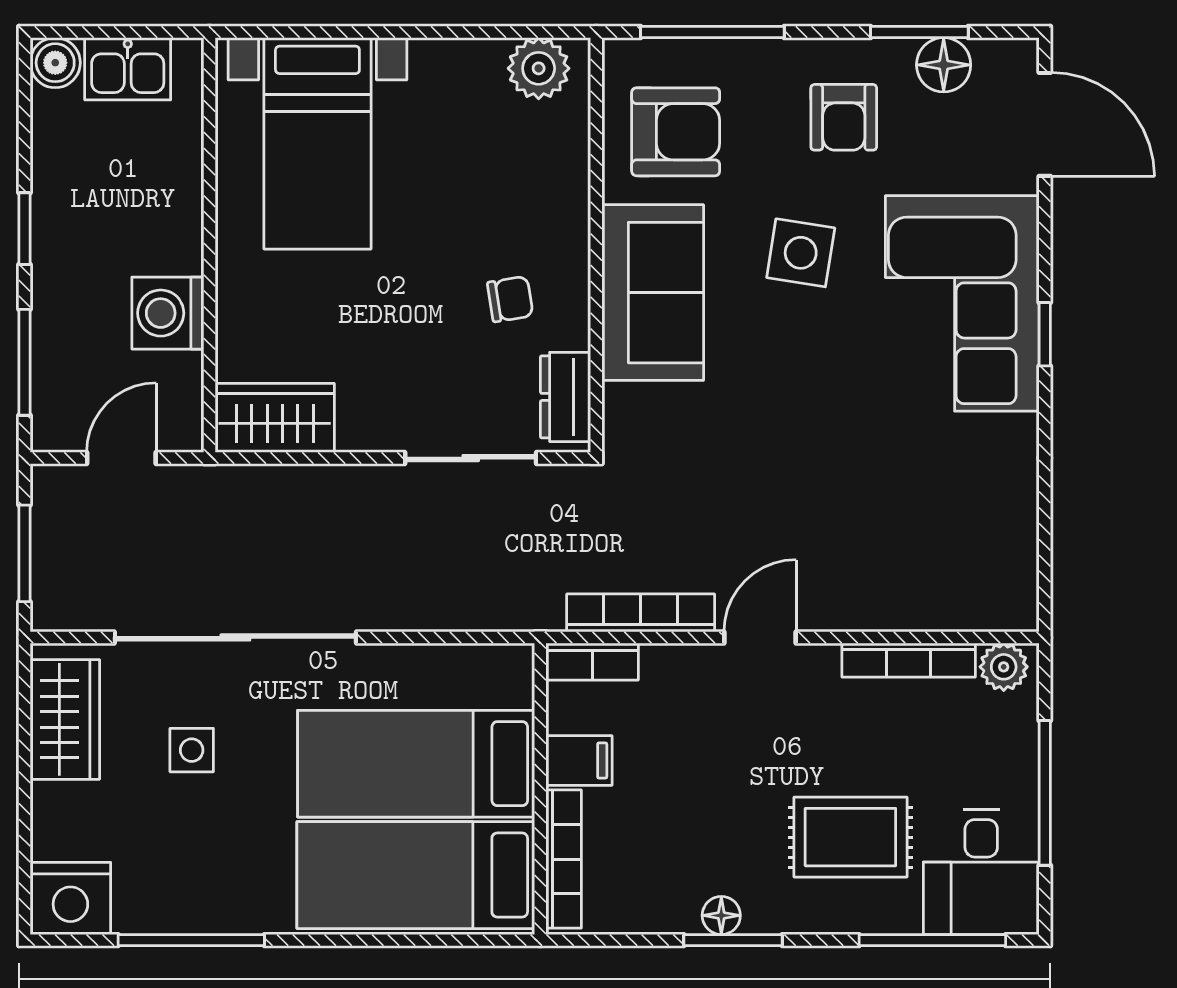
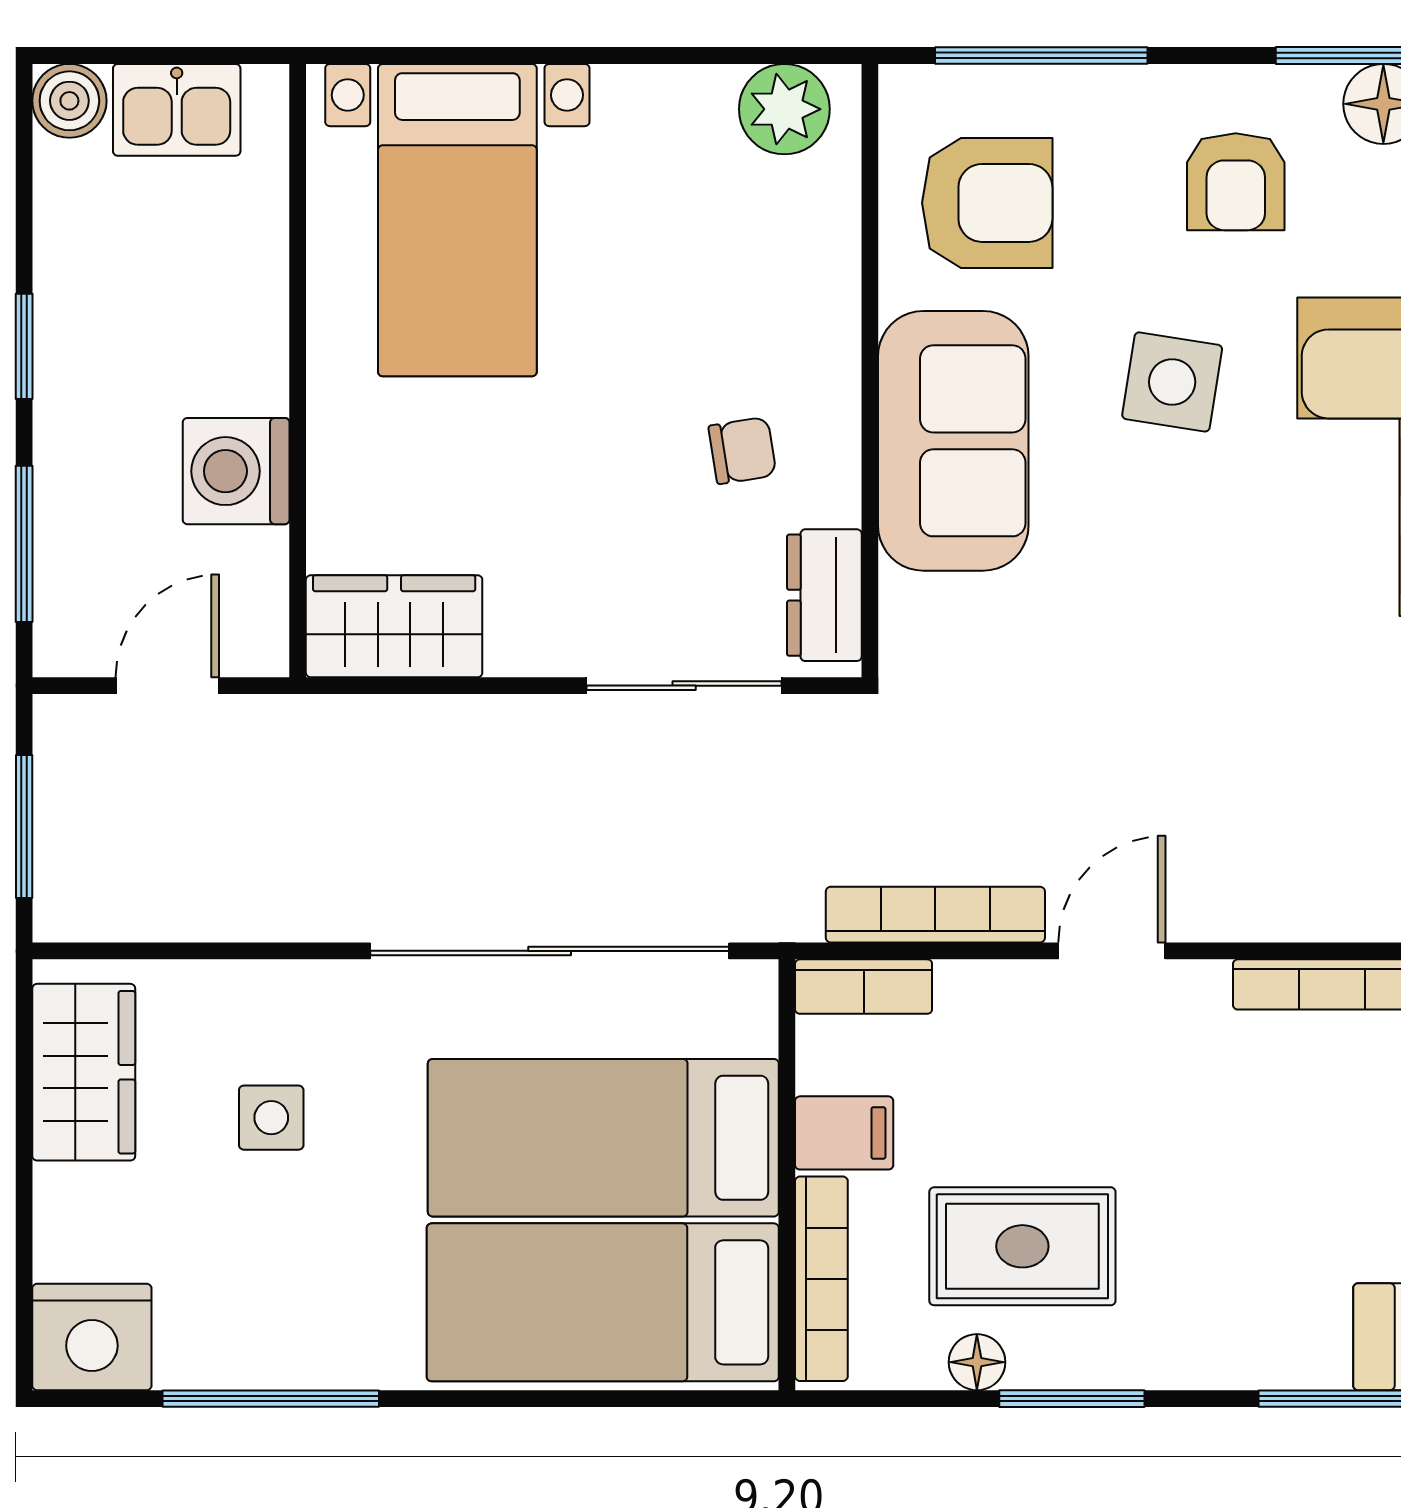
sliding door: (235, 637) -> (550, 951), moved
rug: (850, 837) -> (1022, 1246), moved
floor lamp: (721, 915) -> (977, 1362), moved

